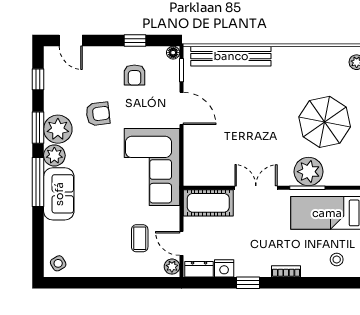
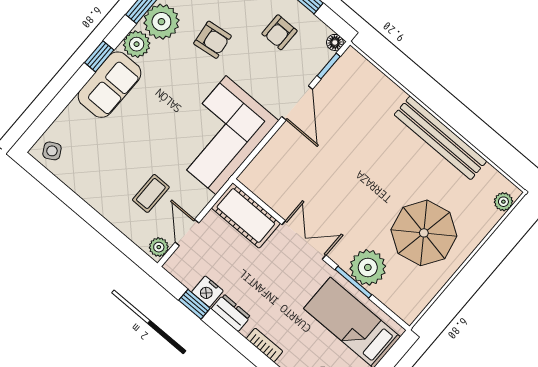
bench: (231, 56) -> (440, 138), moved
window: (38, 182) -> (99, 56), width x0.46
dresser: (199, 269) -> (231, 313), moved
window: (248, 283) -> (194, 304), moved

